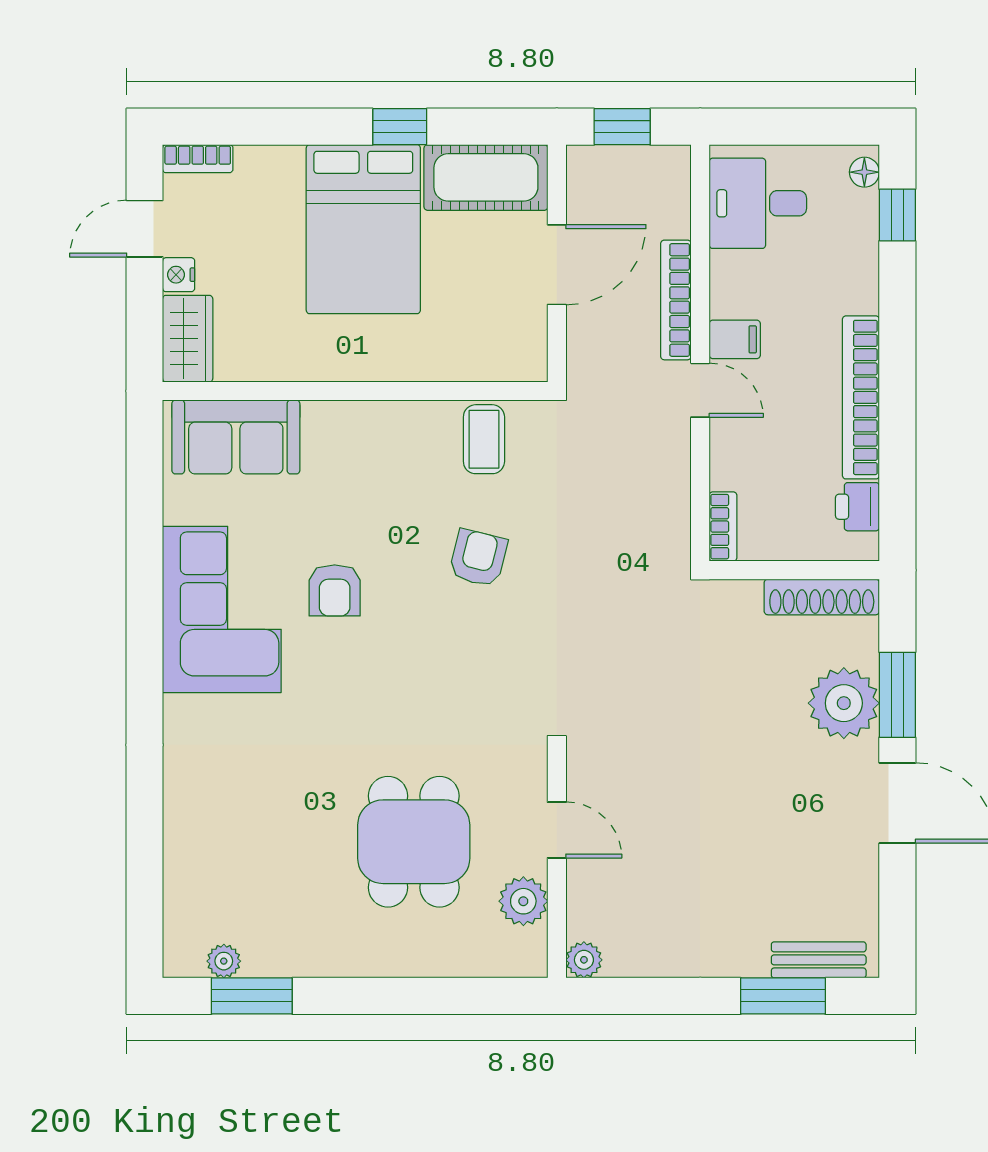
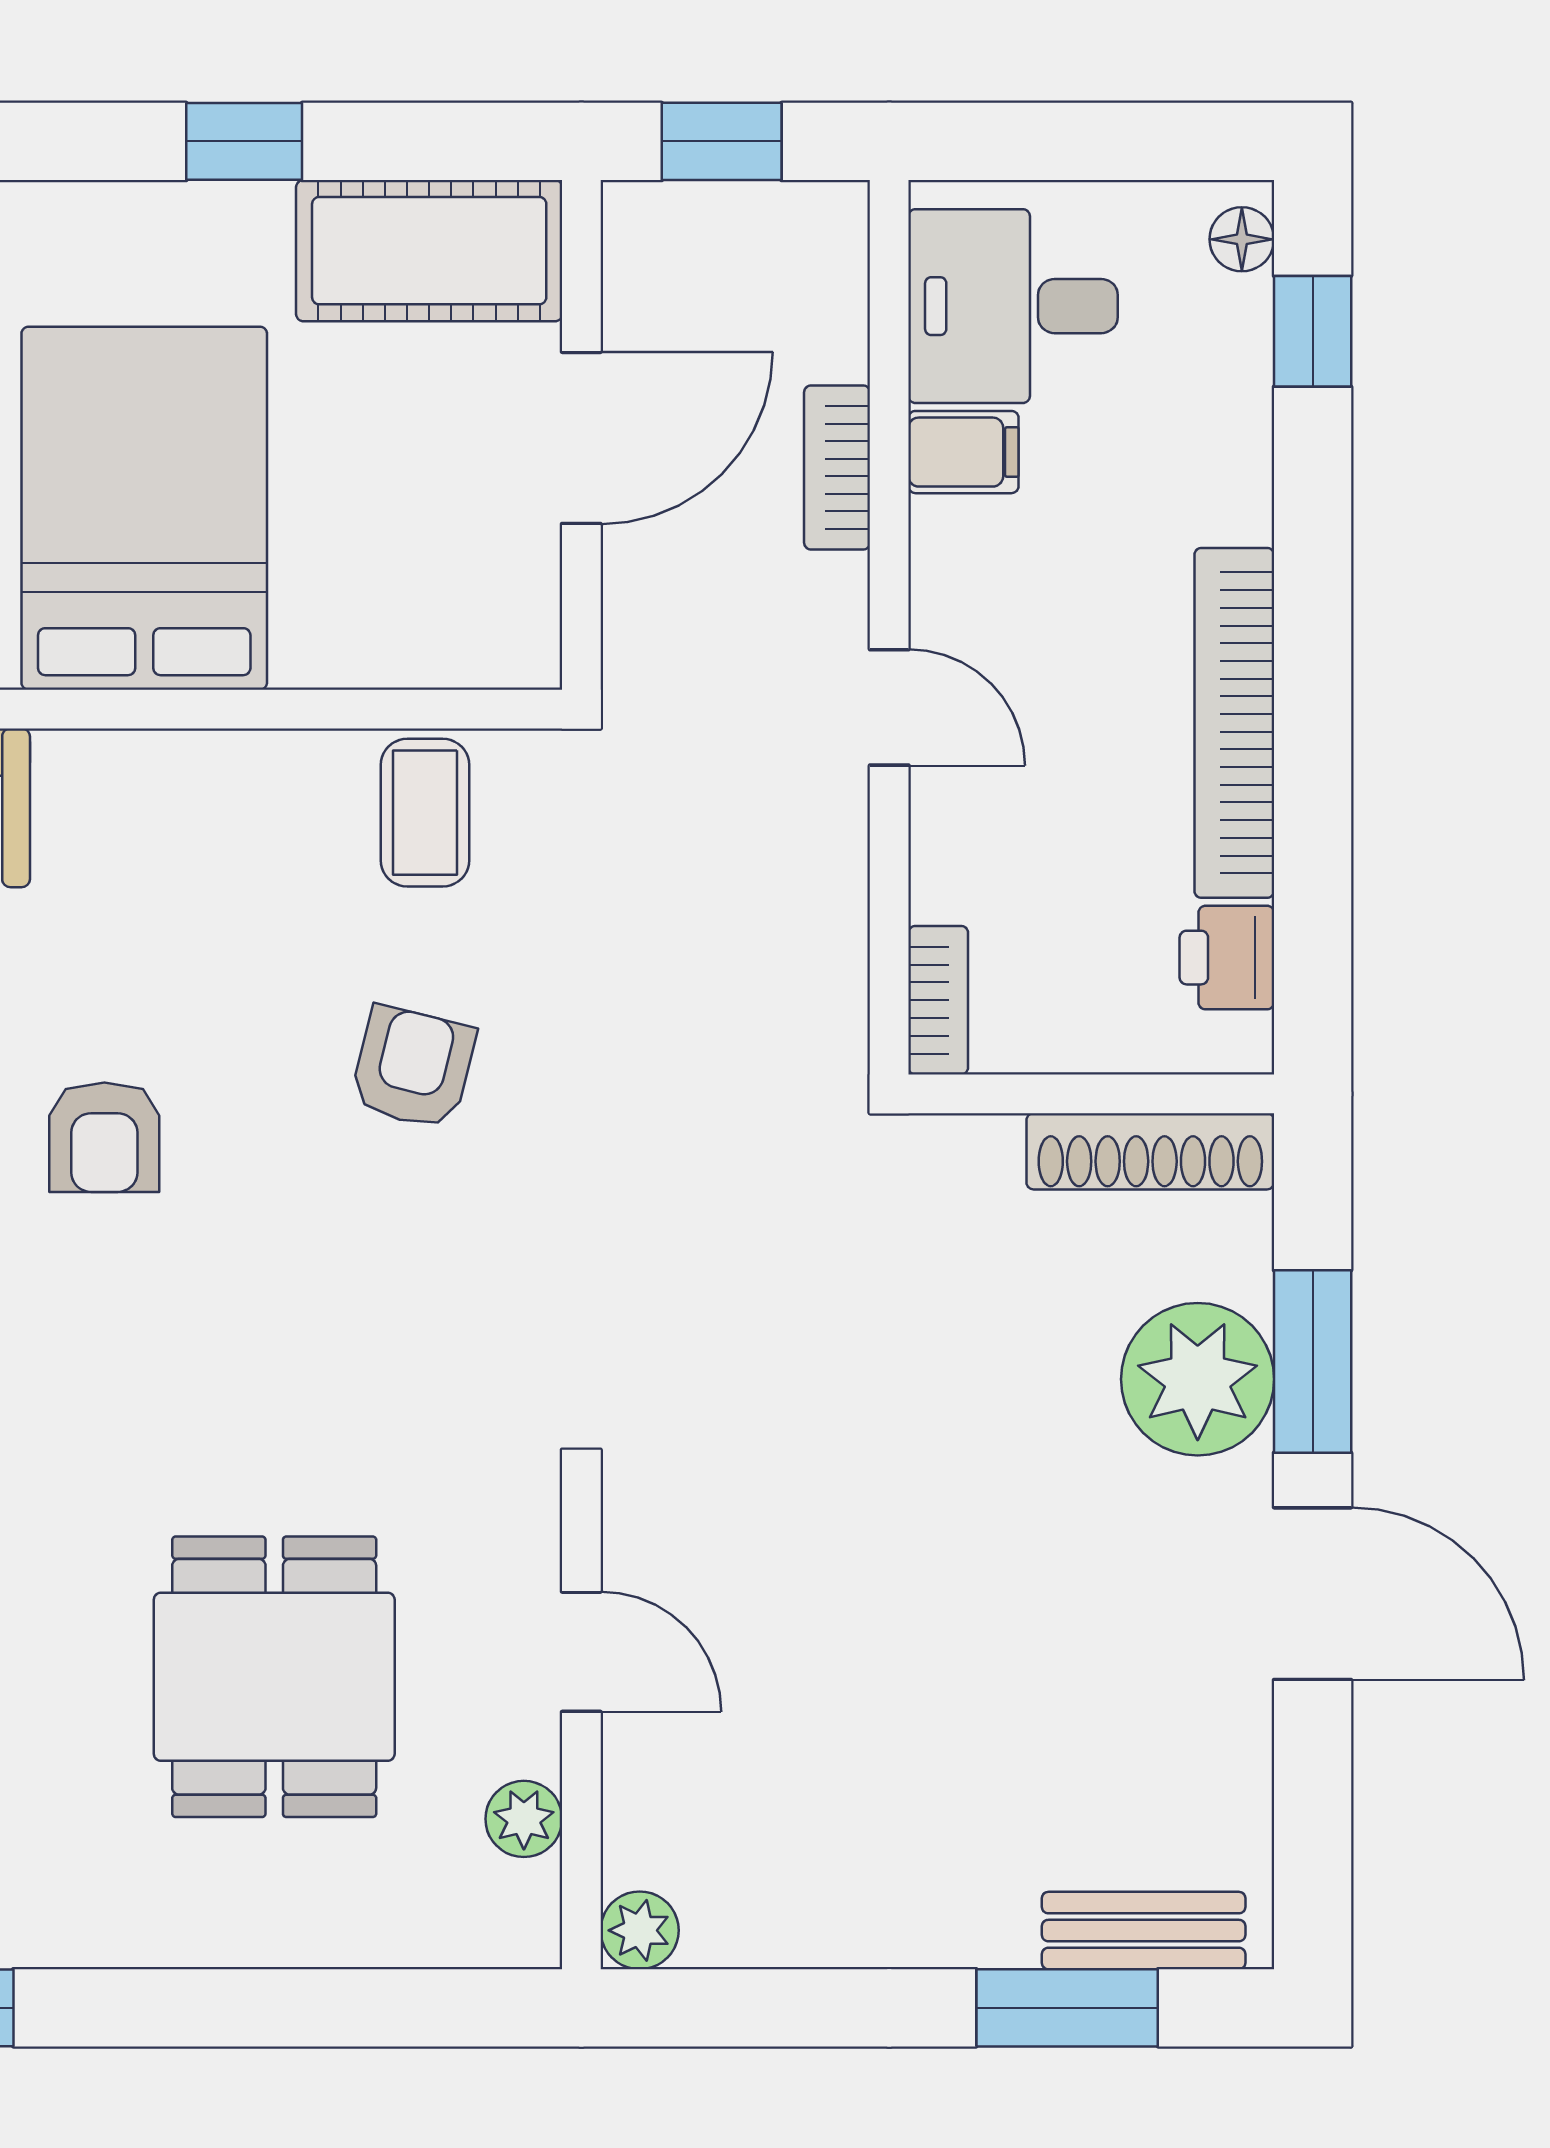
bed: (363, 229) -> (144, 508), moved, turned 180
bookcase: (676, 300) -> (837, 467), width x0.64
filing cabinet: (735, 339) -> (963, 452), moved
plant: (523, 901) -> (524, 1819), width x0.73, depth x0.73

